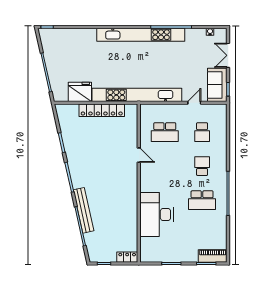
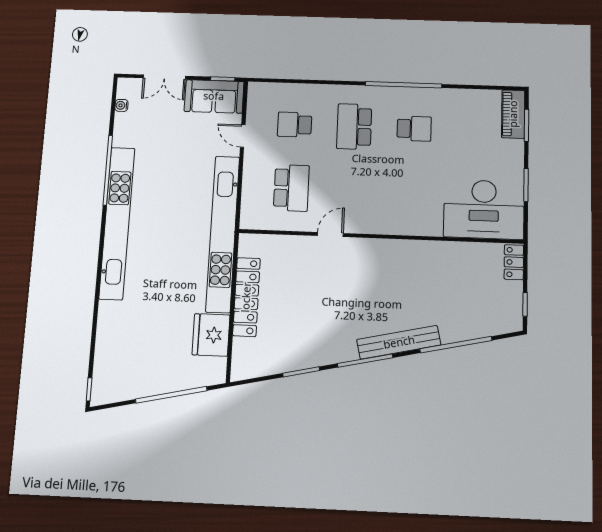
school desk: (202, 132) -> (295, 125), turned 180
school desk: (202, 166) -> (354, 127), width x1.85
school desk: (202, 200) -> (414, 129), width x0.54
bench: (84, 210) -> (399, 342), moved
desk: (156, 215) -> (484, 209), moved

